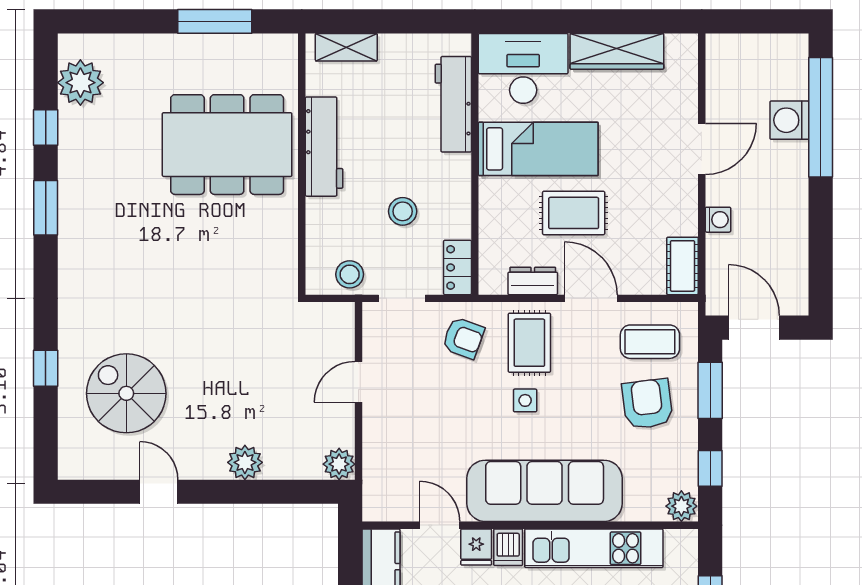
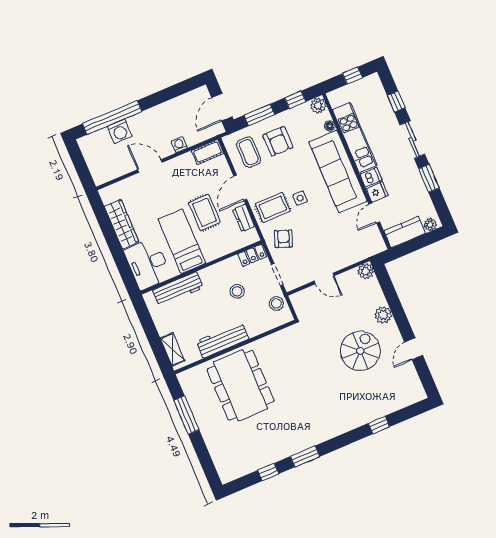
plant: (80, 83) -> (241, 465), removed
spiral stairs: (126, 393) -> (360, 351), moved, turned 180
armchair: (647, 404) -> (278, 141), turned -83
floor lamp: (635, 511) -> (330, 126), added

